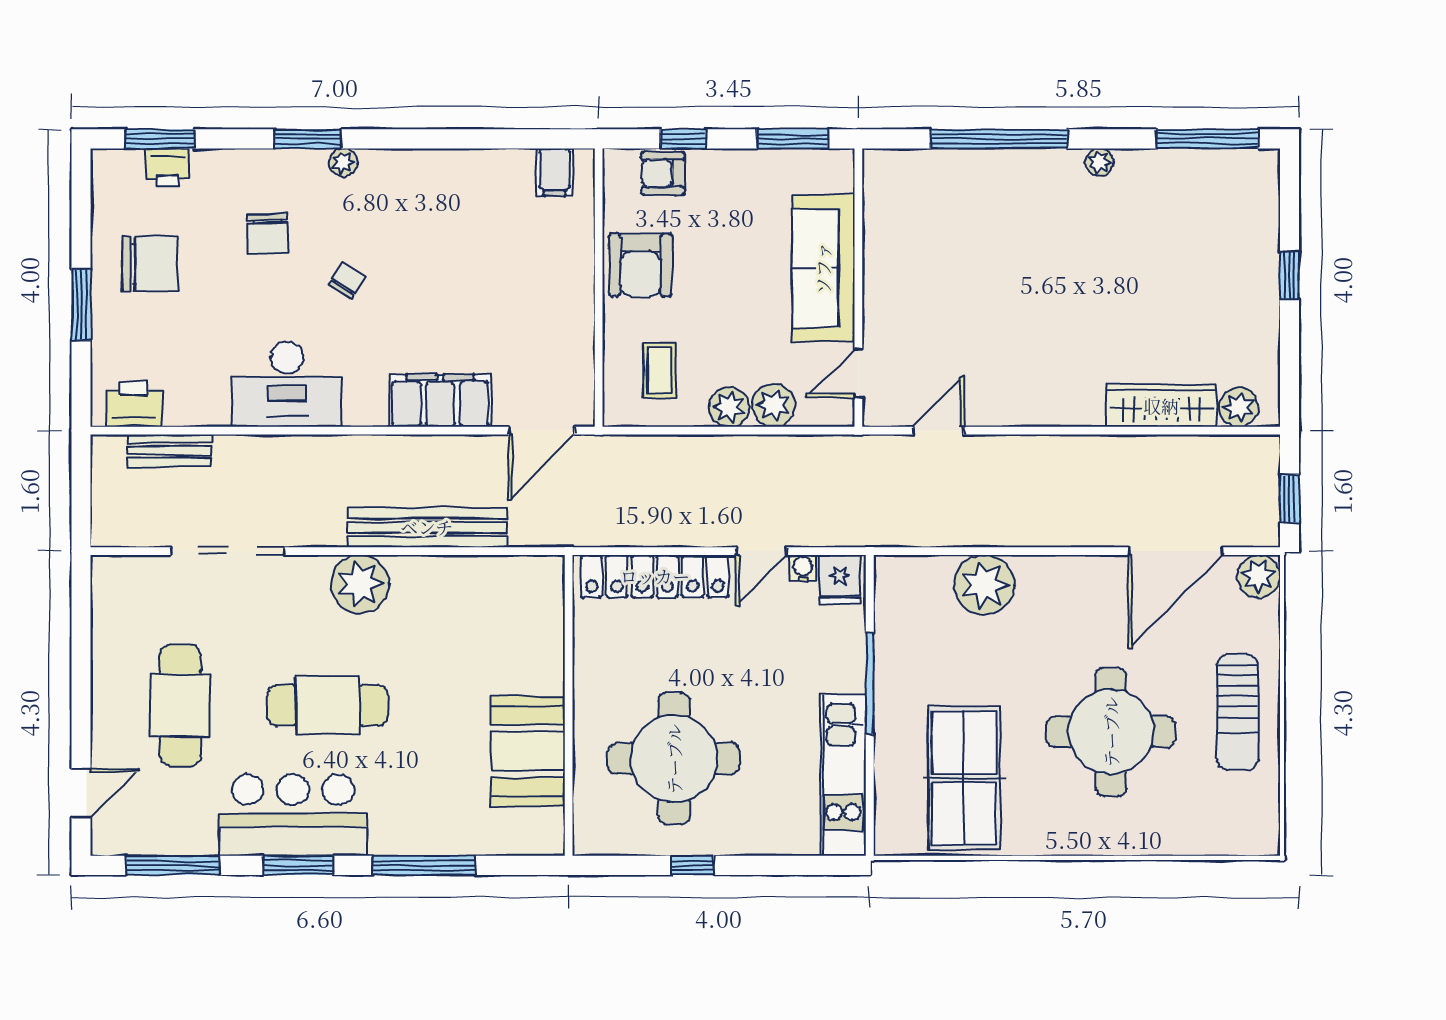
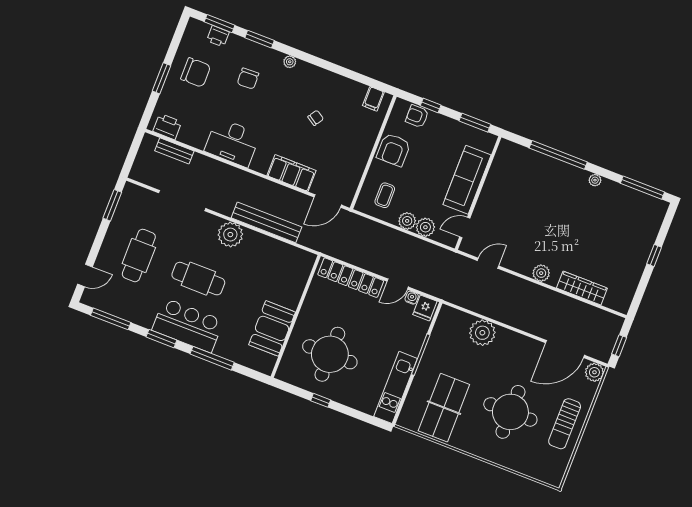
window: (308, 139) -> (260, 39), moved
chair: (347, 280) -> (316, 118), moved
plant: (1239, 407) -> (541, 273), moved
window: (81, 619) -> (112, 205), added
bar counter: (293, 815) -> (188, 325), moved

